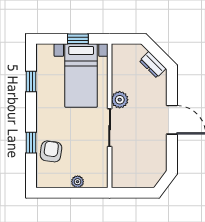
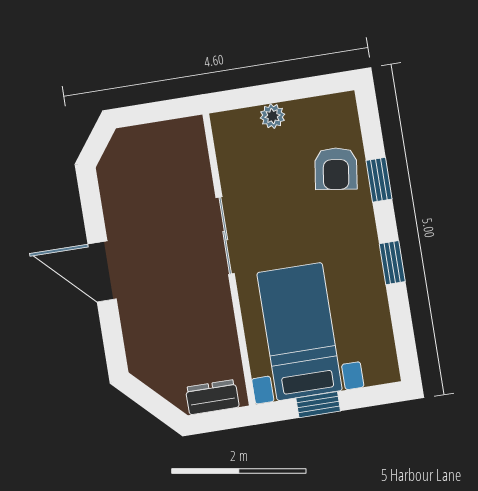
dresser: (153, 65) -> (212, 397), moved, turned -45
window: (31, 81) -> (392, 263), moved
plant: (120, 100) -> (214, 295), removed

